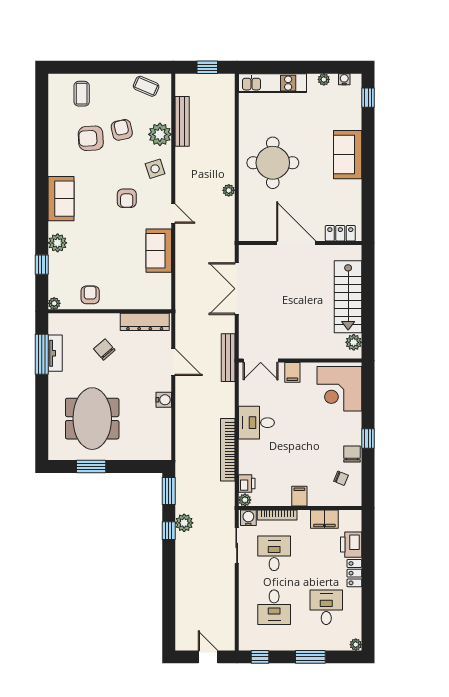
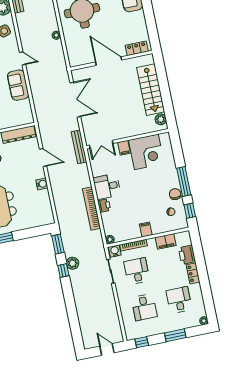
double door: (237, 289) -> (75, 100), swing flipped
corner desk: (339, 389) -> (146, 152), moved, turned -90
window: (368, 438) -> (184, 181), width x2.17
window: (368, 482) -> (190, 211), added
printer: (247, 483) -> (104, 206), moved

